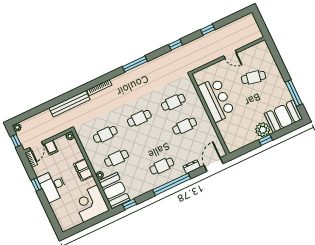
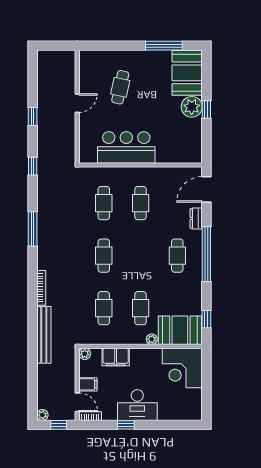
door: (214, 165) -> (206, 189), hinge flipped
filing cabinet: (83, 170) -> (116, 357), moved

